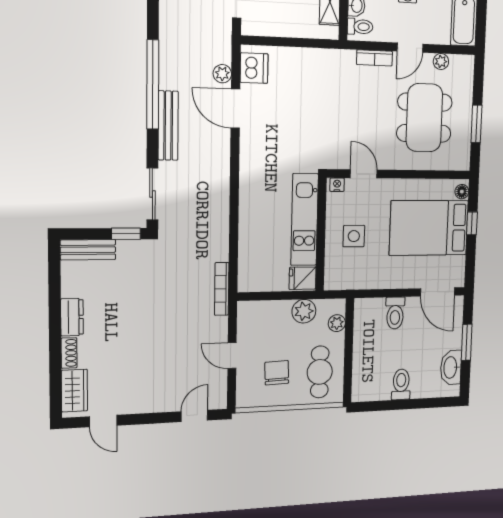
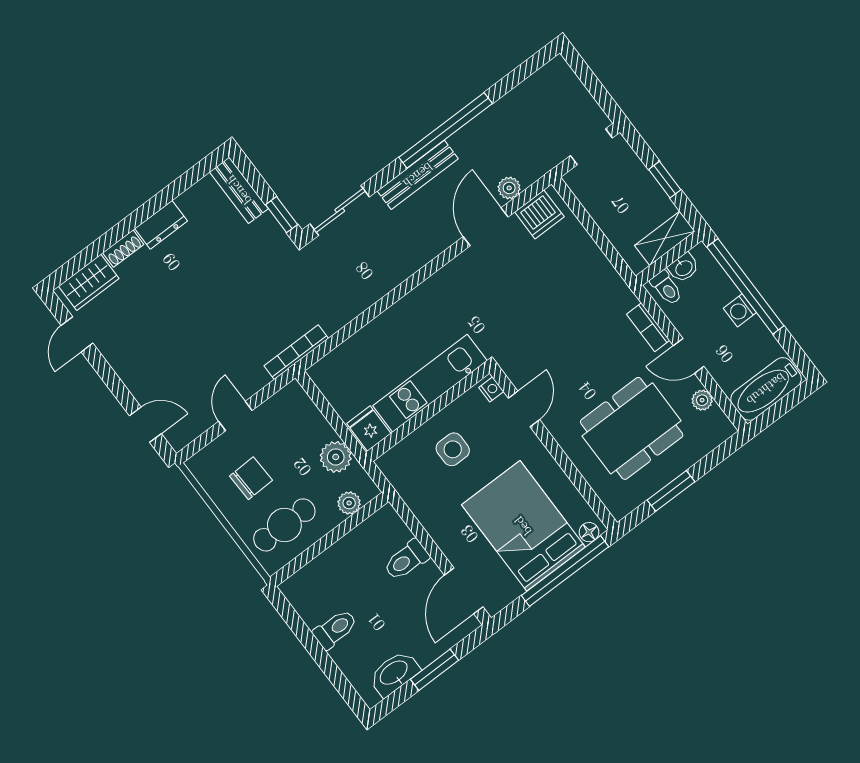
window: (472, 223) -> (565, 571), width x3.17

